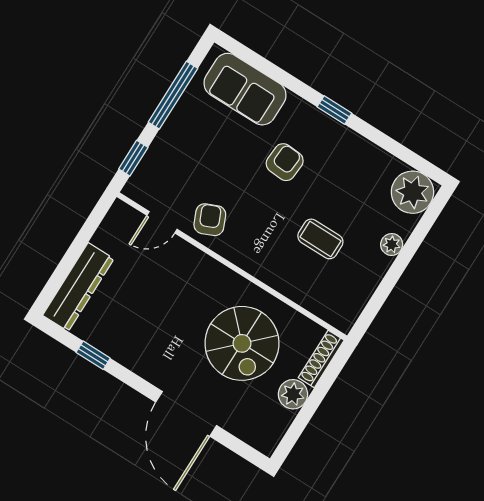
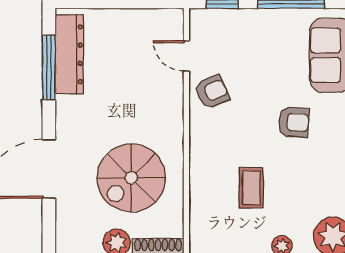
dresser: (78, 287) -> (69, 54), moved, turned -90
window: (93, 355) -> (49, 68), width x2.17

